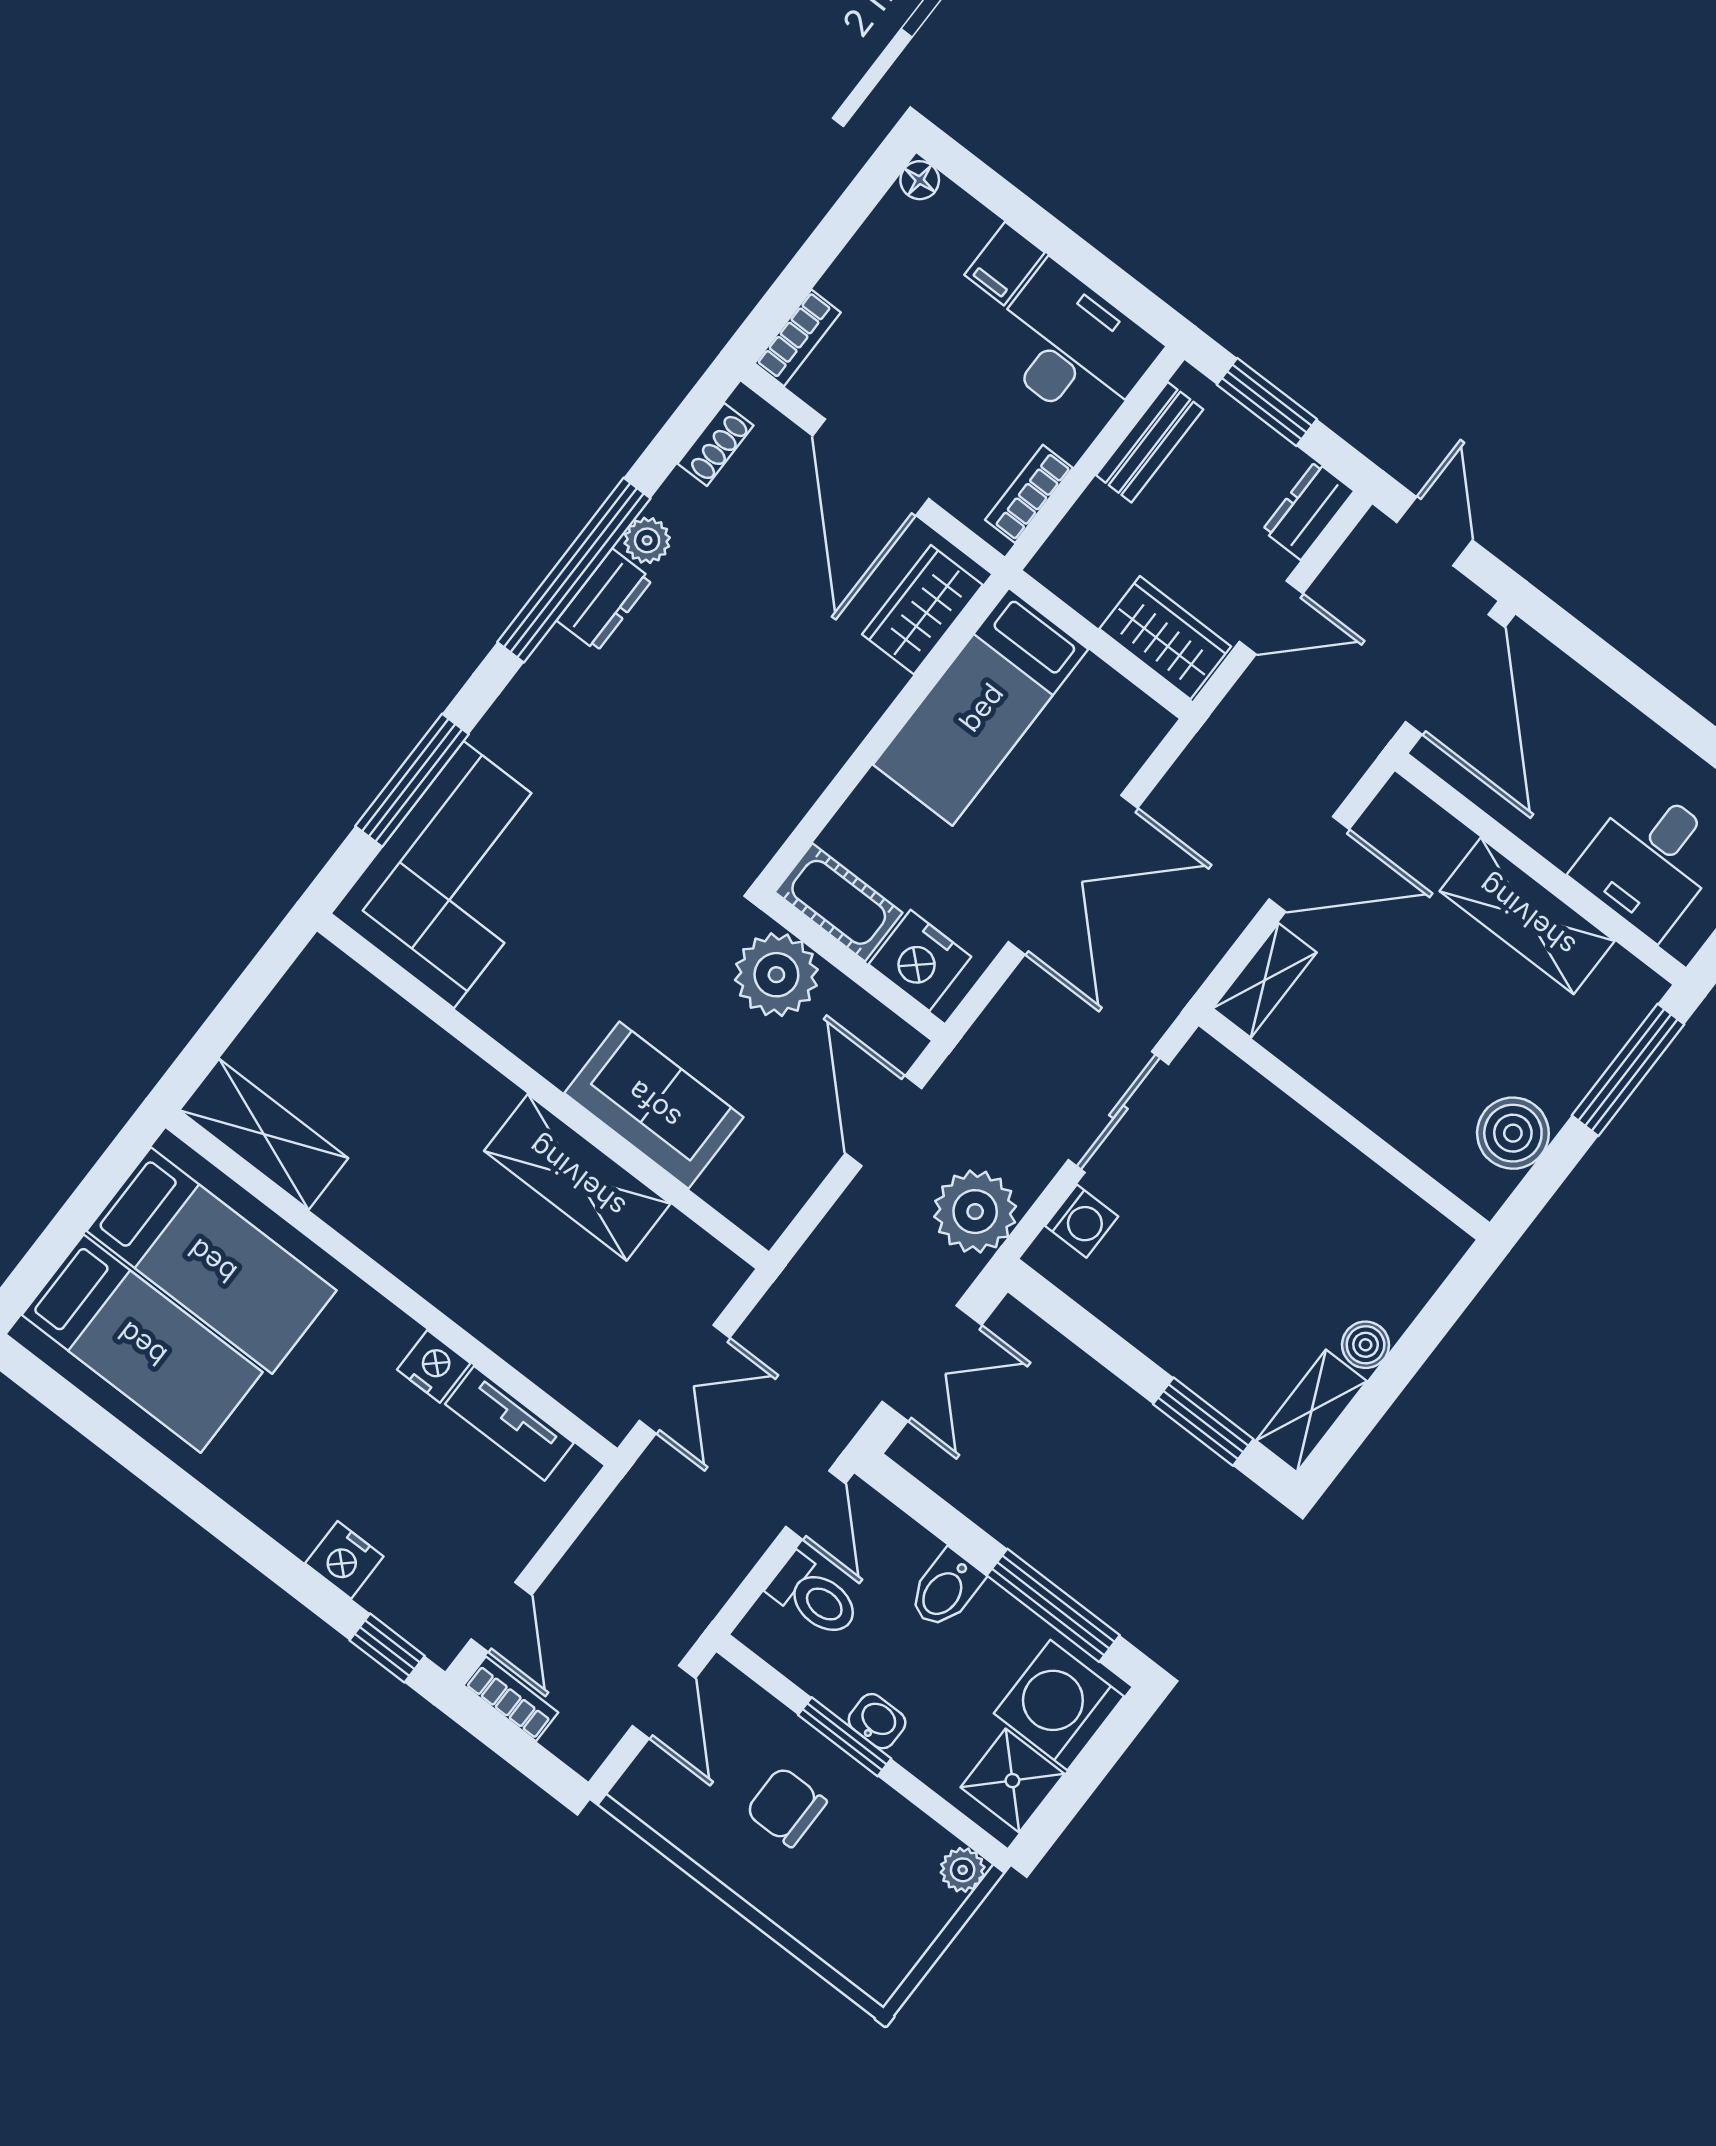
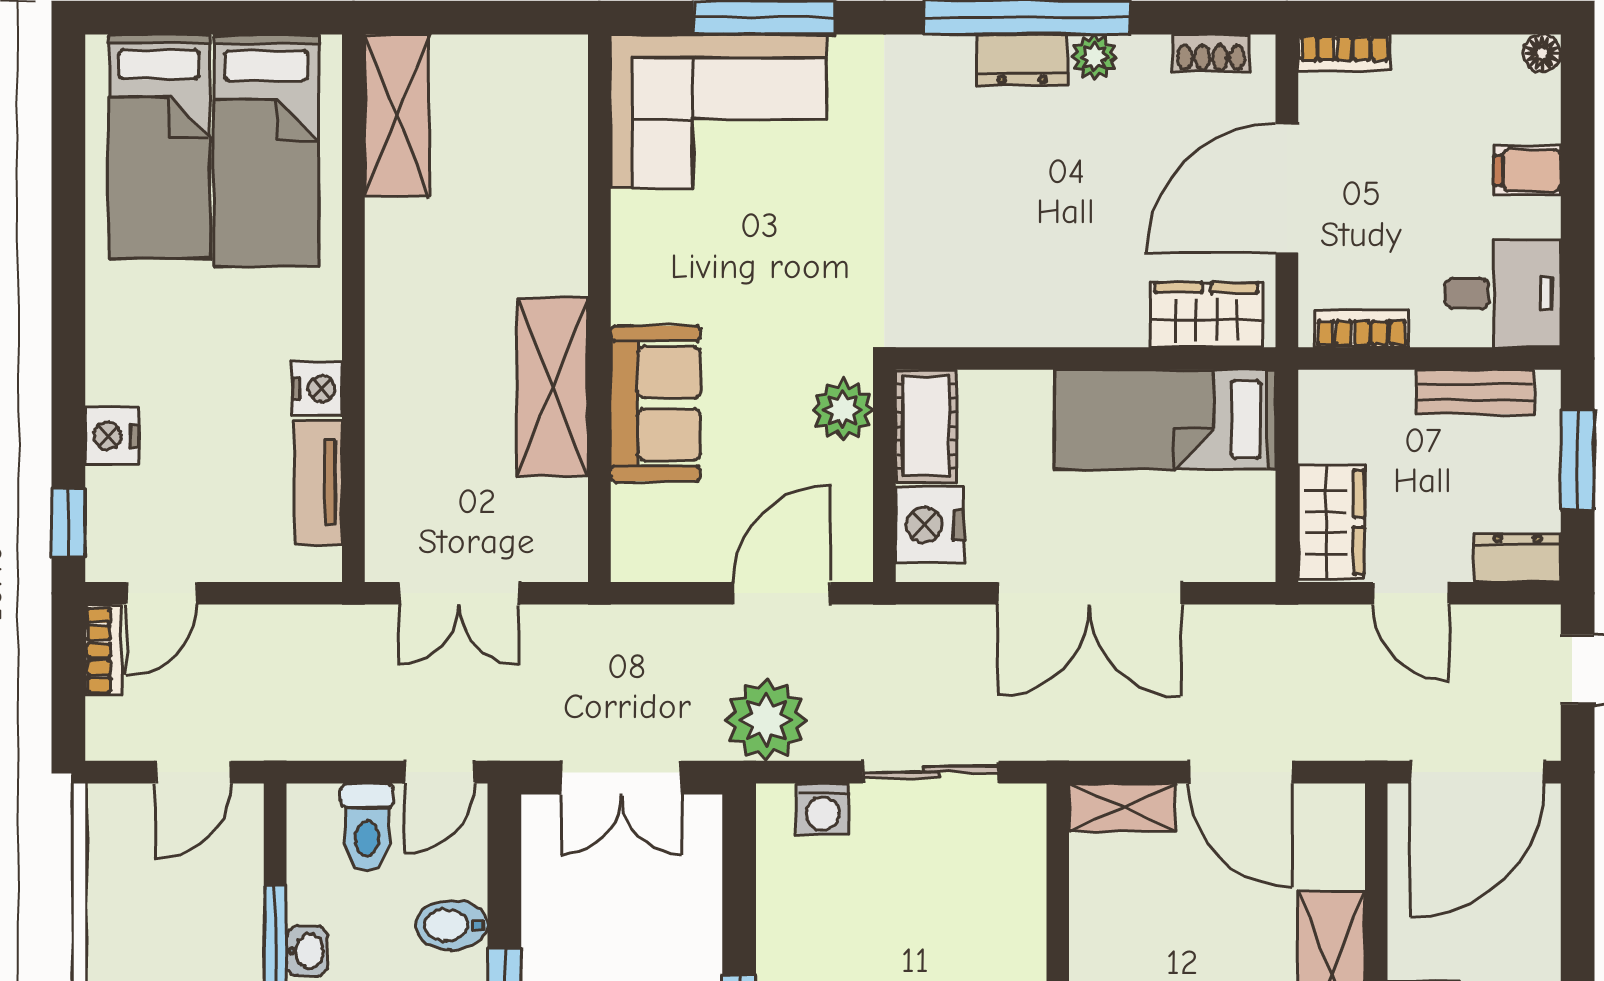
desk: (1072, 347) -> (1503, 294), width x0.73
plant: (776, 975) -> (843, 410), width x0.73, depth x0.73
chair: (786, 1807) -> (185, 931), removed

